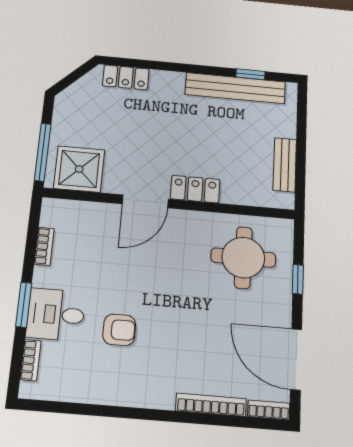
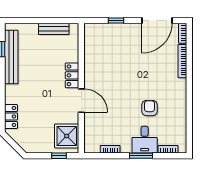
window: (43, 152) -> (59, 156), width x0.46
round table: (243, 258) -> (107, 49), removed

